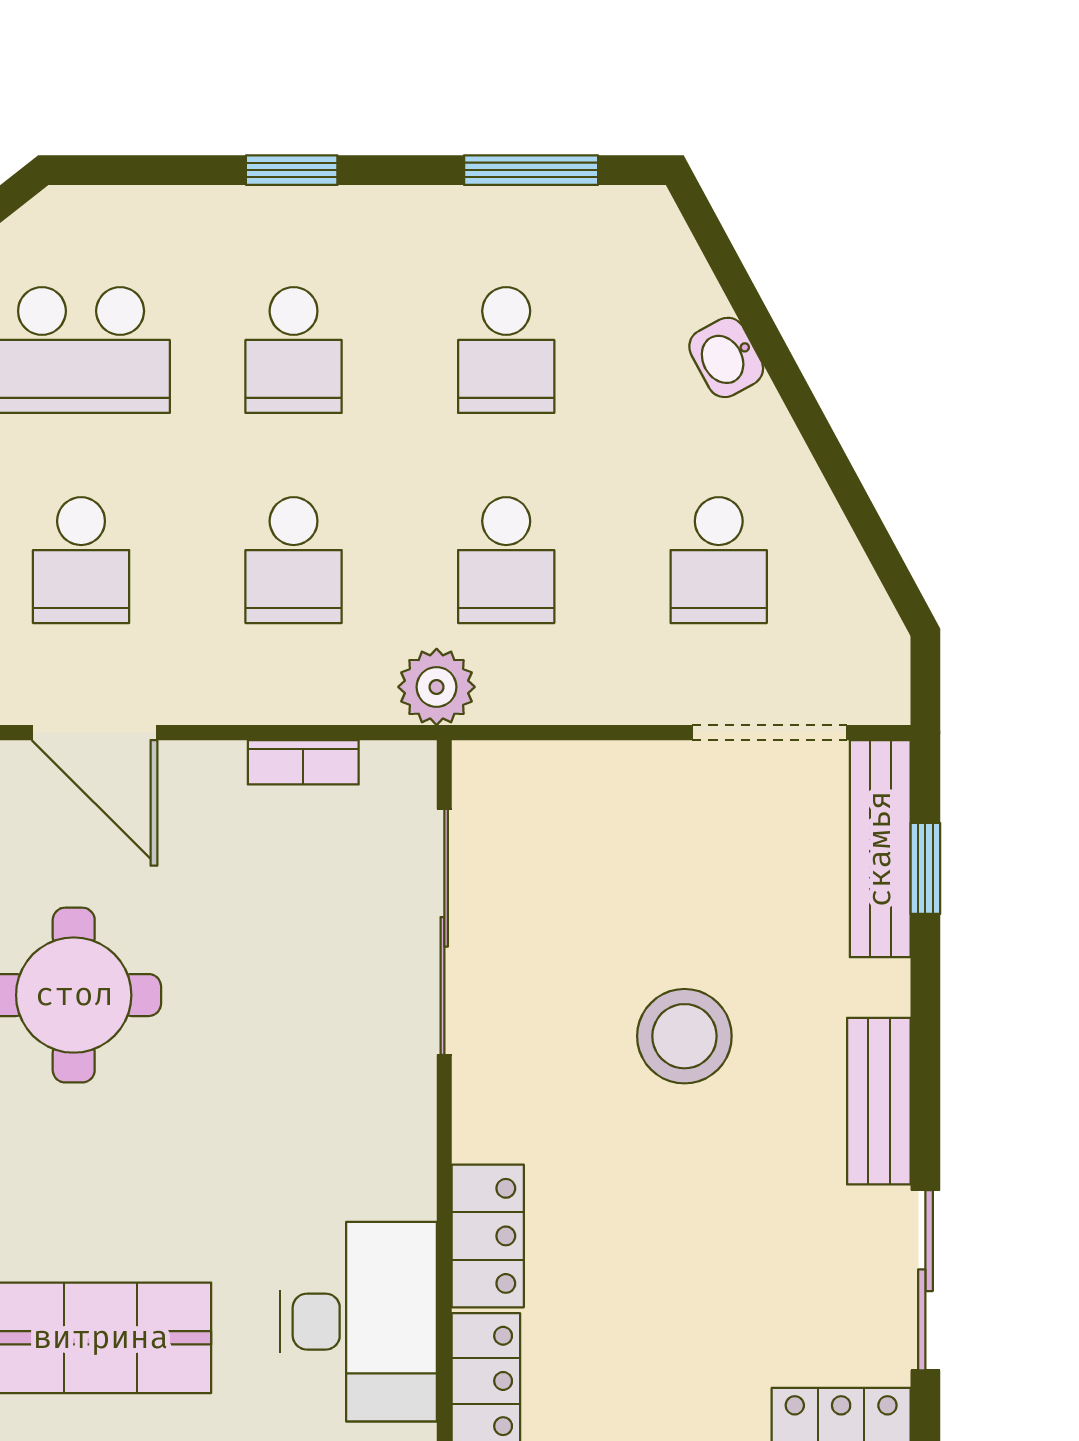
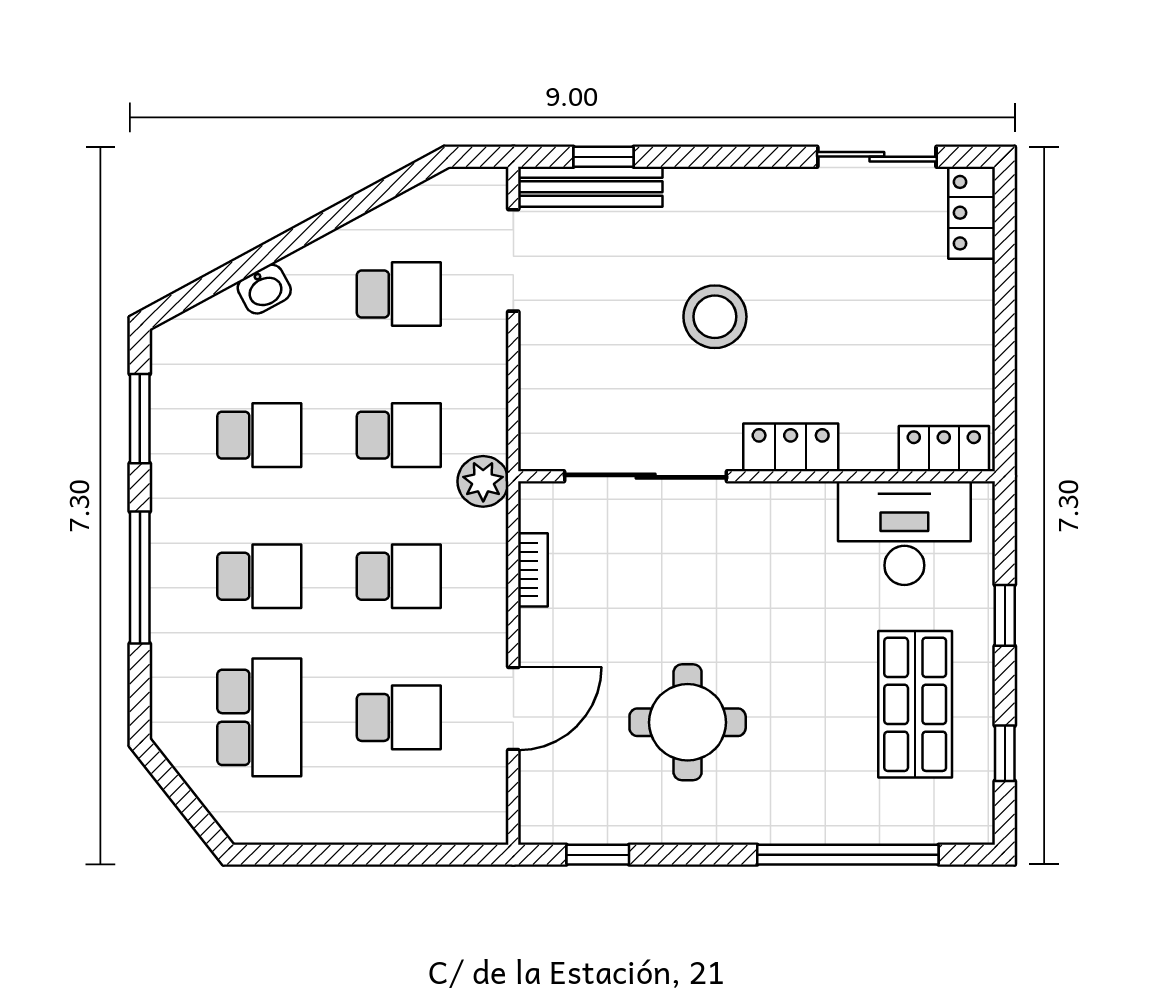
window: (292, 170) -> (140, 578), width x2.17
bench: (879, 1101) -> (758, 188), removed
locker: (488, 1236) -> (791, 447), moved

